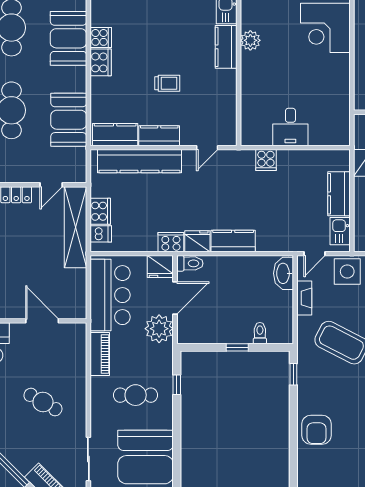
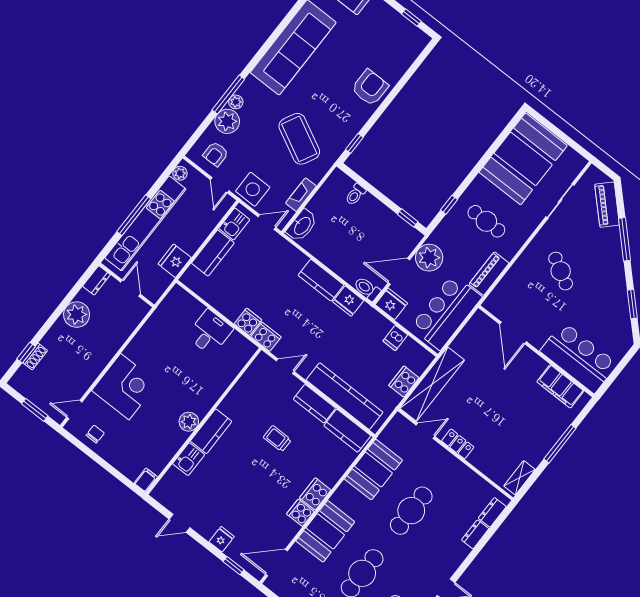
dishwasher: (101, 234) -> (395, 338), moved, turned -90
cooker: (171, 242) -> (266, 337), moved, turned 180
window: (237, 347) -> (408, 218), moved

